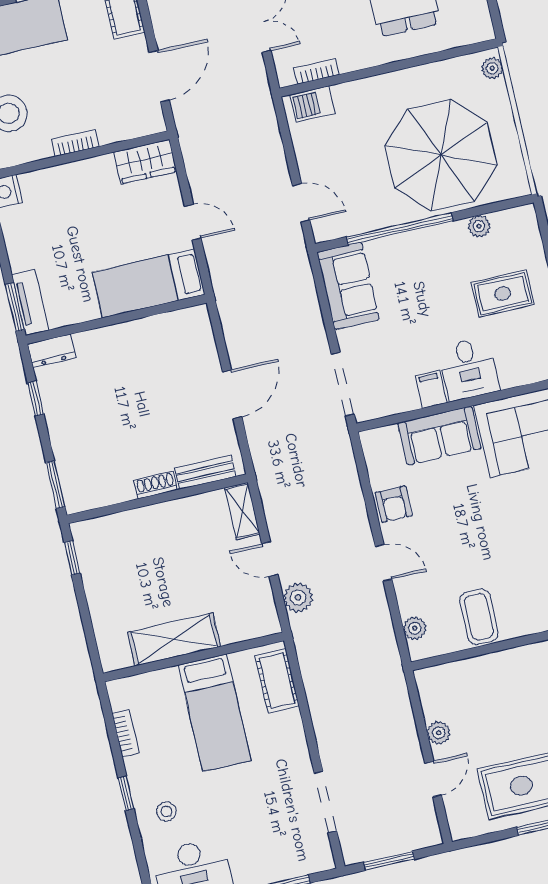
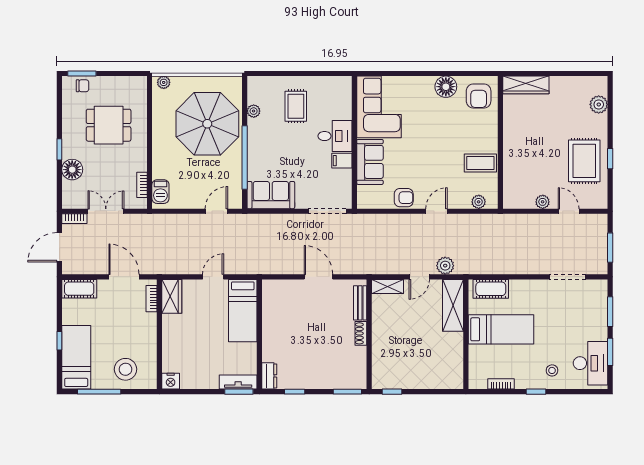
bookcase: (75, 143) -> (152, 299), moved
shelving: (174, 639) -> (453, 305), moved

